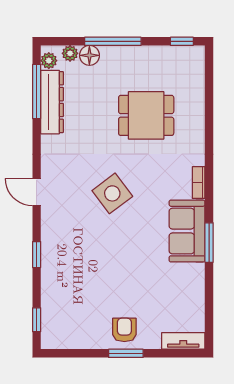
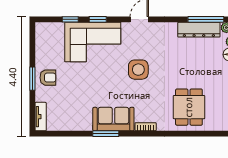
dining table: (146, 115) -> (189, 107), moved
side table: (112, 193) -> (138, 70), turned 37
corner sofa: (71, 262) -> (93, 42), added
window: (37, 320) -> (70, 19), moved

